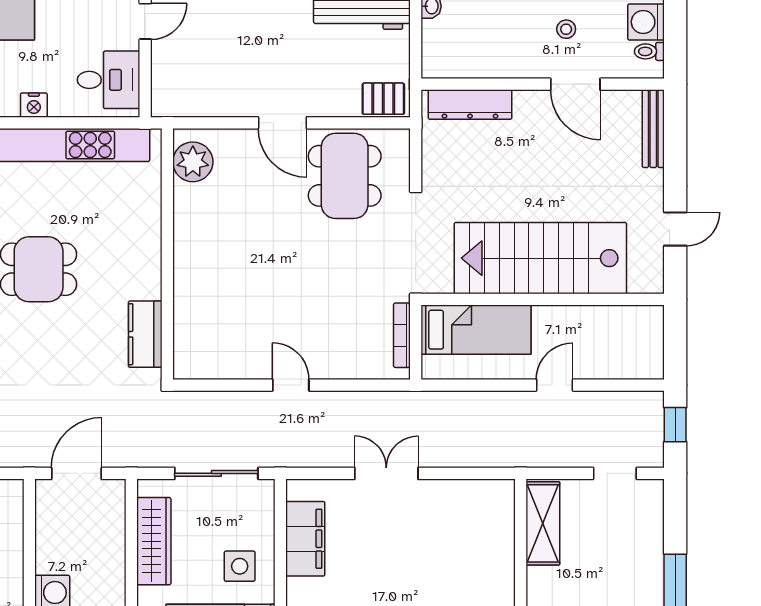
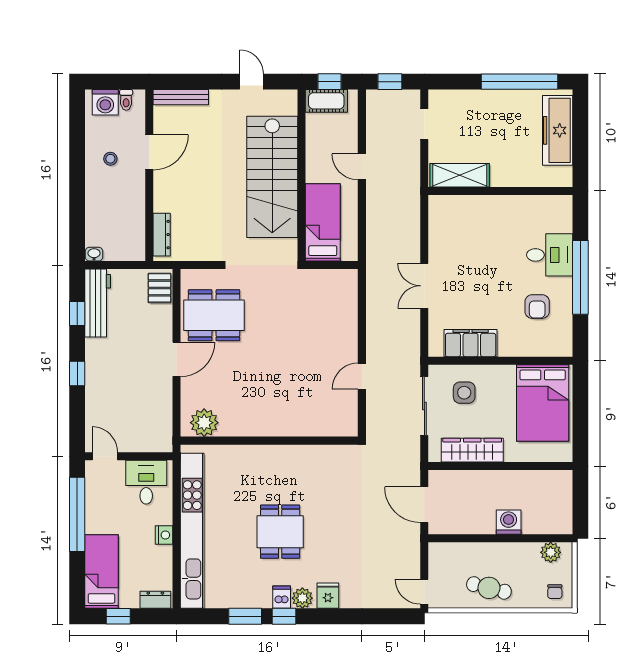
dresser: (470, 105) -> (162, 235), width x0.73, depth x0.80
kitchen counter: (145, 334) -> (326, 456), removed
bookcase: (402, 335) -> (327, 275), removed
cot: (648, 335) -> (326, 101), added
window: (675, 339) -> (329, 82), added
door: (291, 385) -> (362, 376), moved
side table: (240, 566) -> (464, 393), moved

